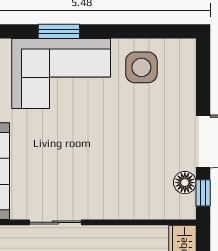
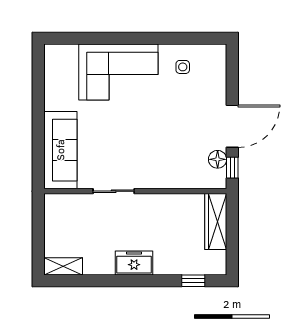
window: (59, 31) -> (117, 38), removed
side table: (141, 67) -> (183, 67), width x0.54, depth x0.54

